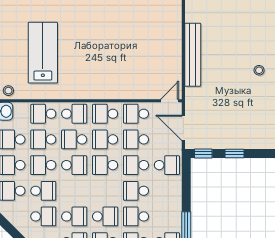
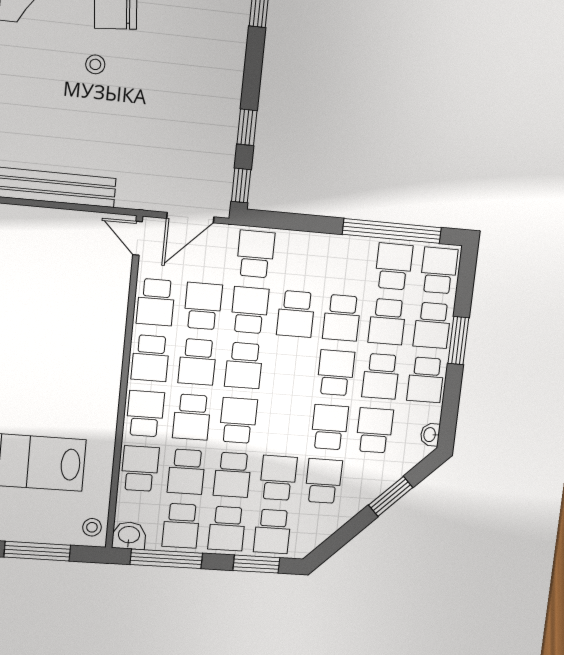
school desk: (43, 114) -> (140, 469), turned 180
school desk: (136, 139) -> (203, 306), turned 180
school desk: (136, 165) -> (250, 310), turned 180

